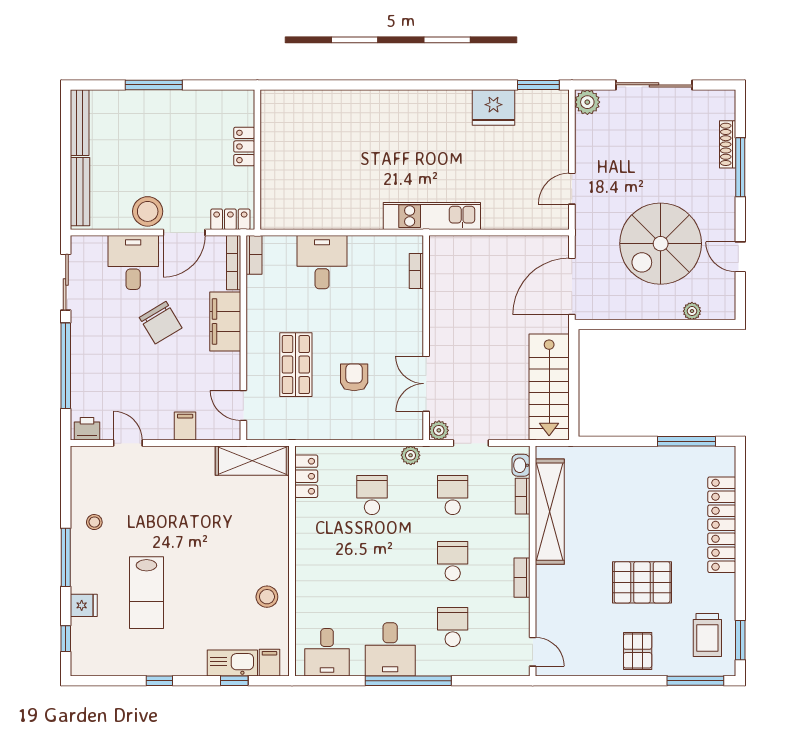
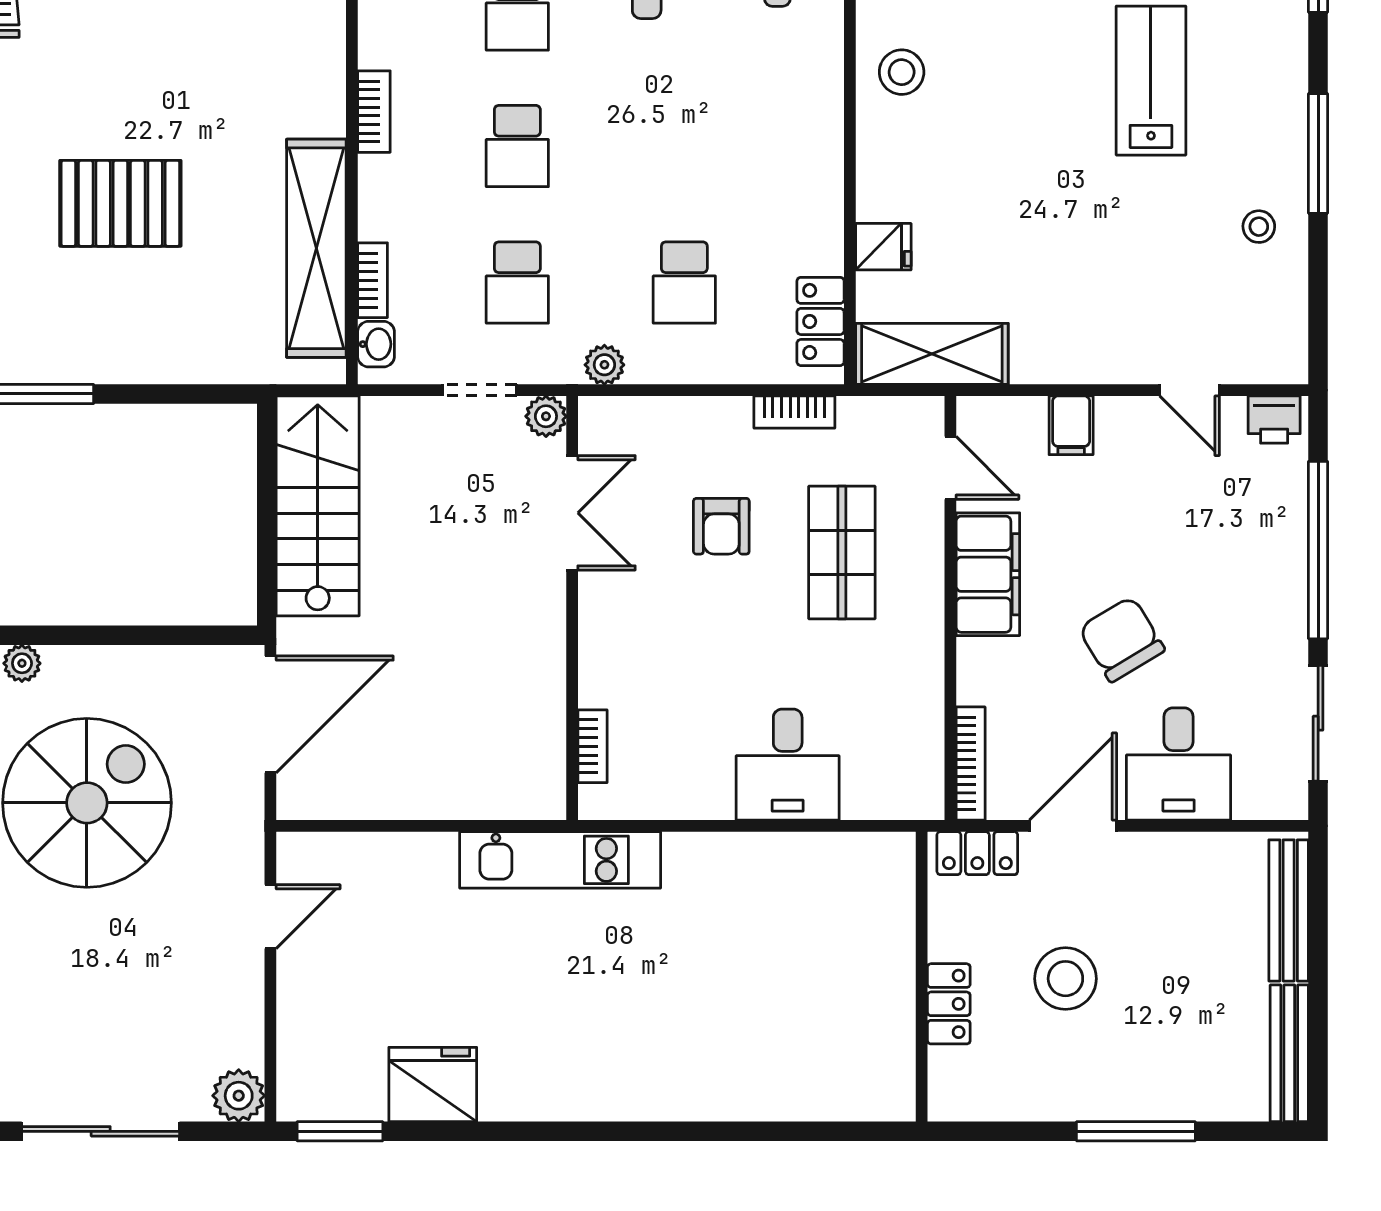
stool: (148, 211) -> (1065, 979), moved
bookcase: (254, 255) -> (794, 412), moved, turned -90
filing cabinet: (225, 321) -> (988, 574), moved
pallet: (642, 582) -> (120, 203), moved
fridge: (84, 605) -> (883, 247), moved, turned 180

